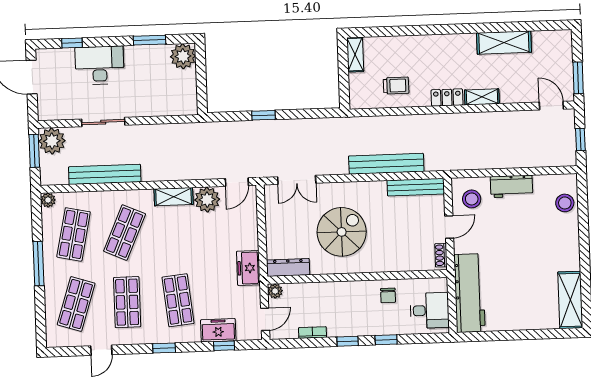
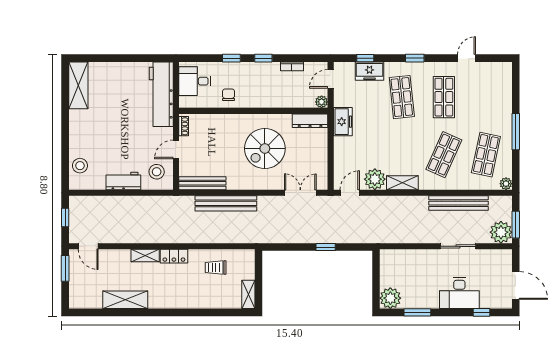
shop shelf: (76, 304) -> (486, 97), removed

